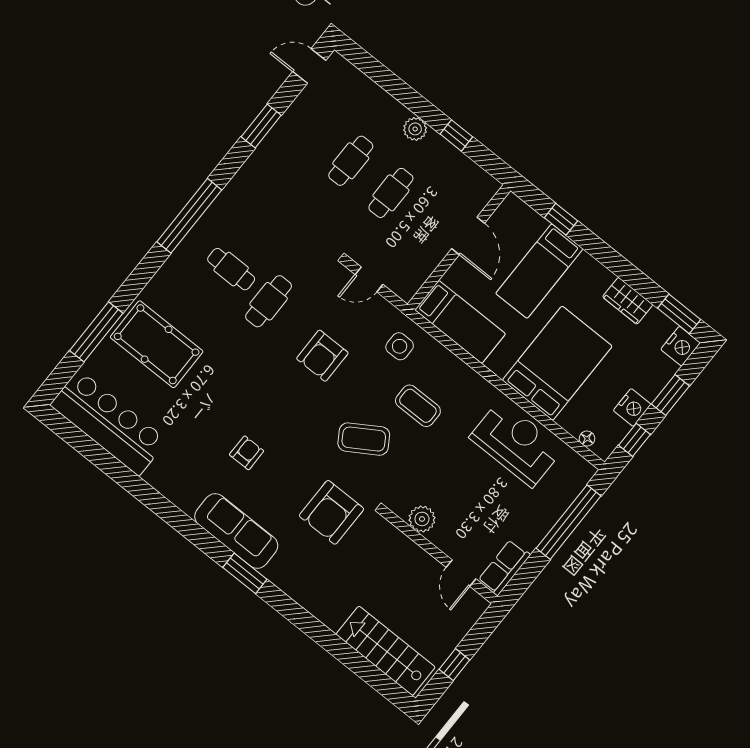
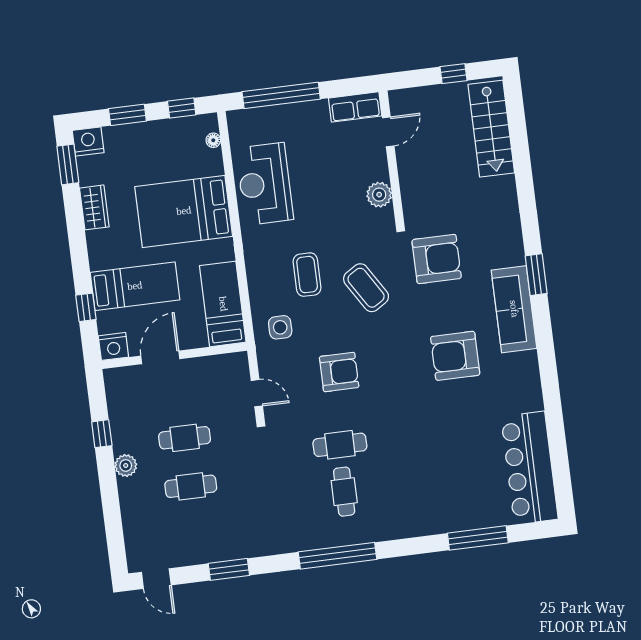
pool table: (157, 344) -> (445, 490), removed
nightstand: (632, 407) -> (113, 346), moved, turned 180
armchair: (247, 453) -> (455, 356), width x1.88, depth x1.88

